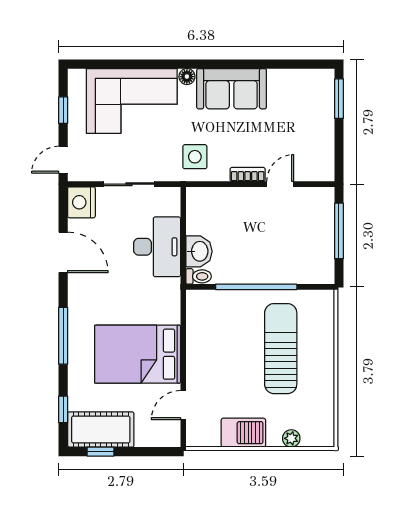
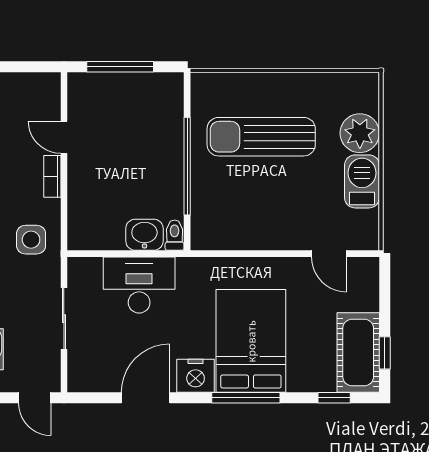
nightstand: (81, 202) -> (196, 376), moved
bed: (138, 354) -> (251, 341), moved, turned 180
plant: (291, 438) -> (360, 133), width x1.87, depth x1.87

